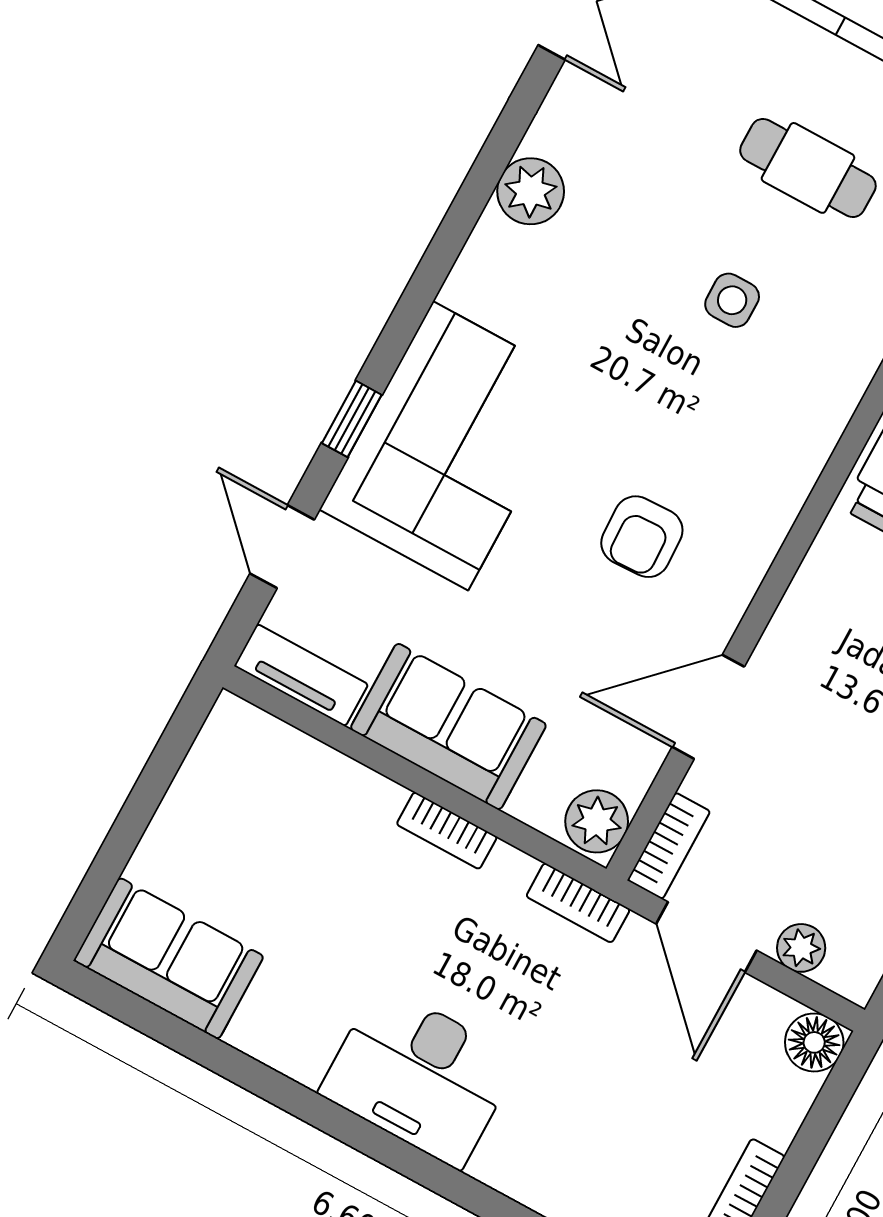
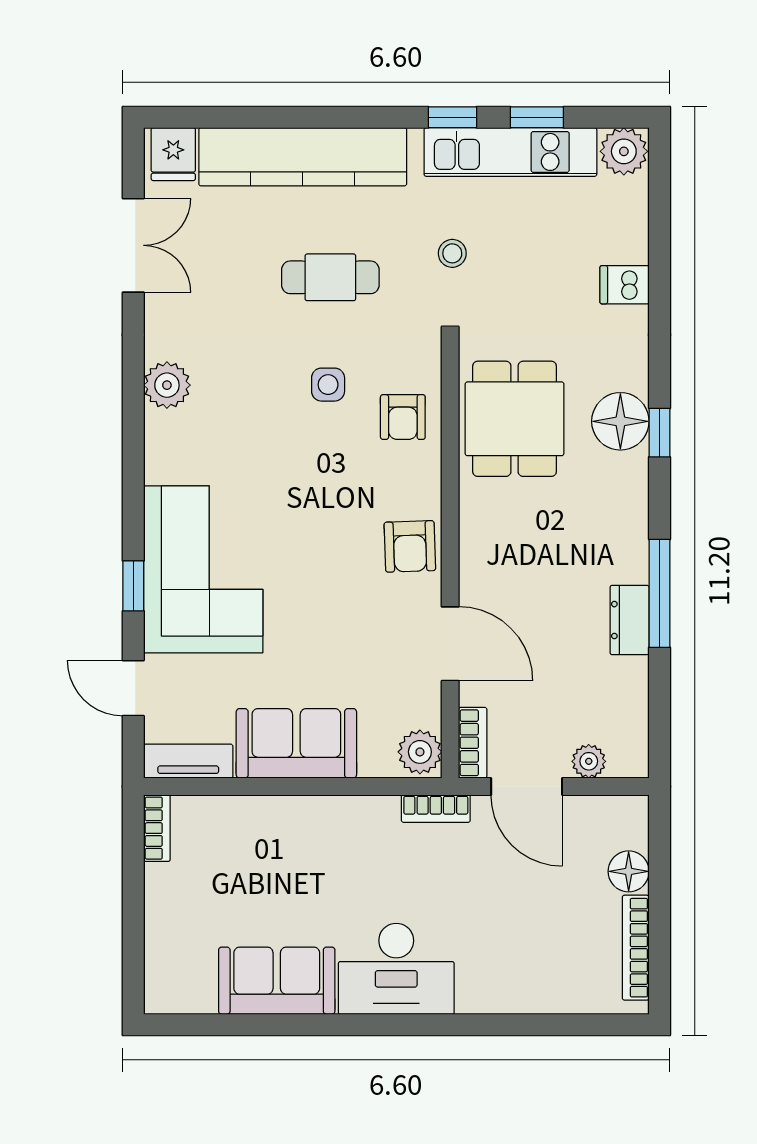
armchair: (803, 392) -> (403, 417), added
armchair: (642, 537) -> (410, 546), moved
door: (708, 707) -> (450, 644), swing flipped
bookcase: (447, 831) -> (157, 828), moved, turned -90
sofa: (169, 958) -> (277, 981), moved
floor lamp: (814, 1042) -> (629, 871), moved

